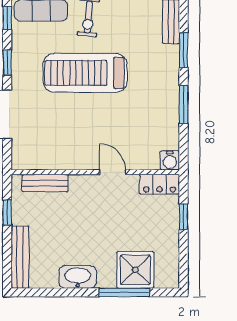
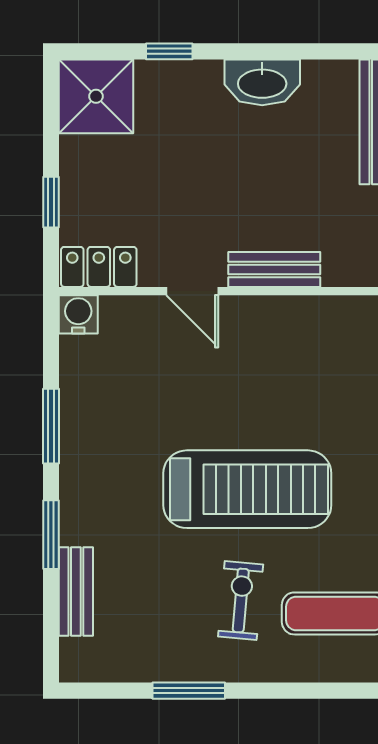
bench: (45, 183) -> (274, 270), moved
shower: (135, 270) -> (96, 96), moved
window: (124, 292) -> (169, 51), width x0.46

